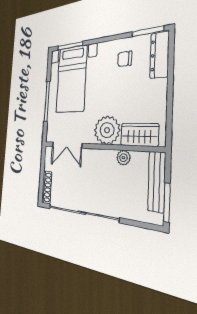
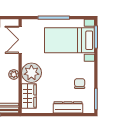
dresser: (160, 55) -> (68, 107), moved
plant: (123, 158) -> (14, 74), moved

